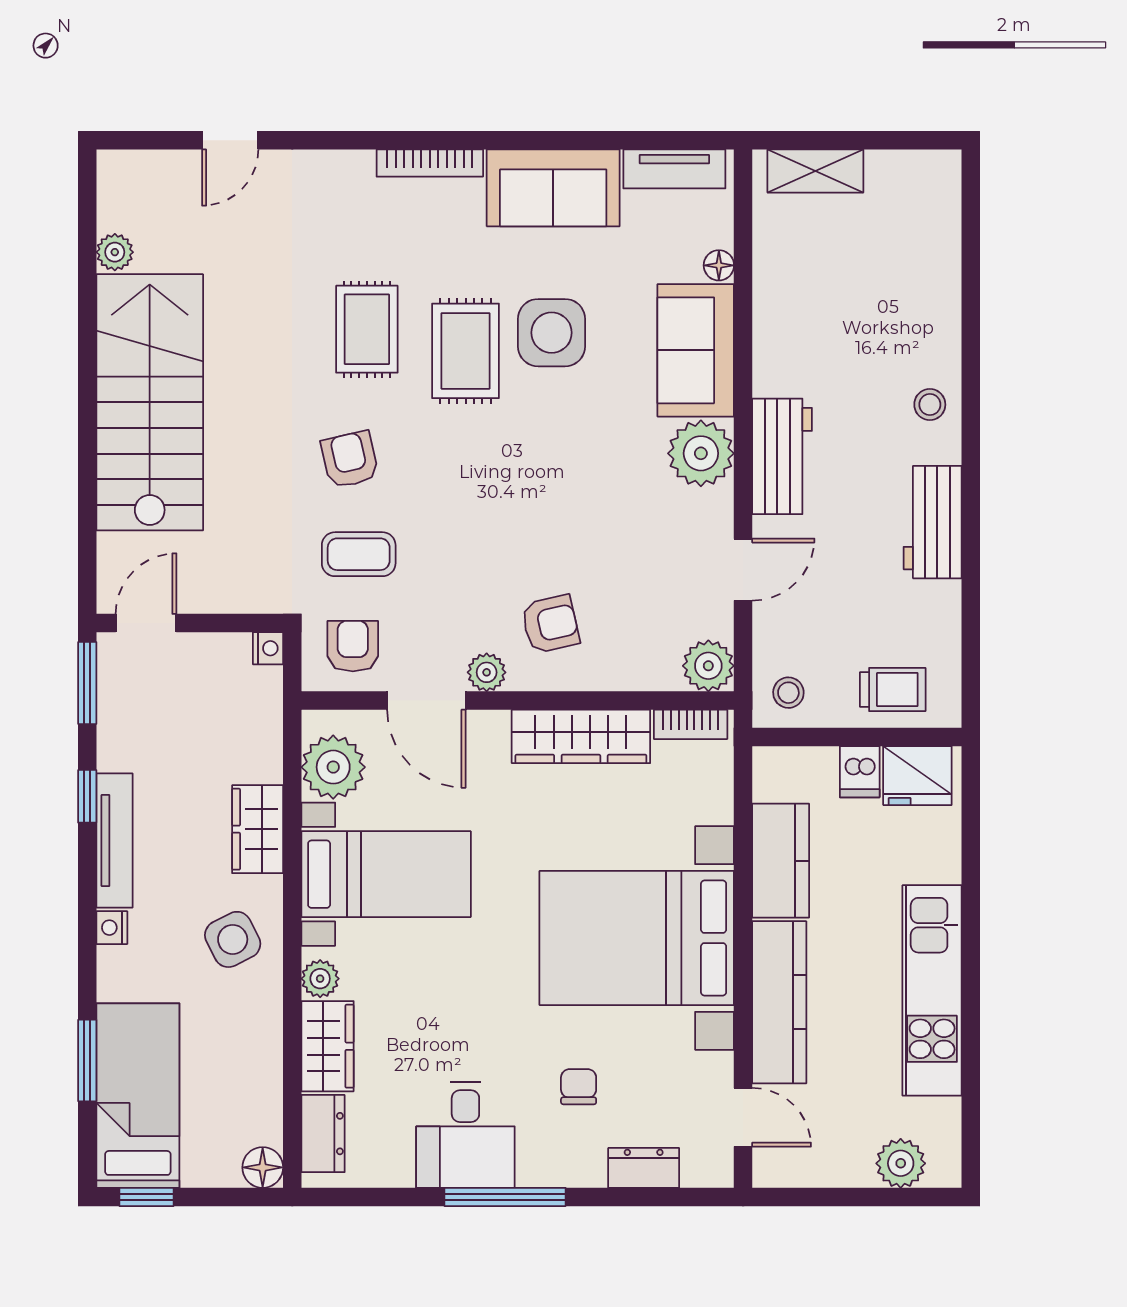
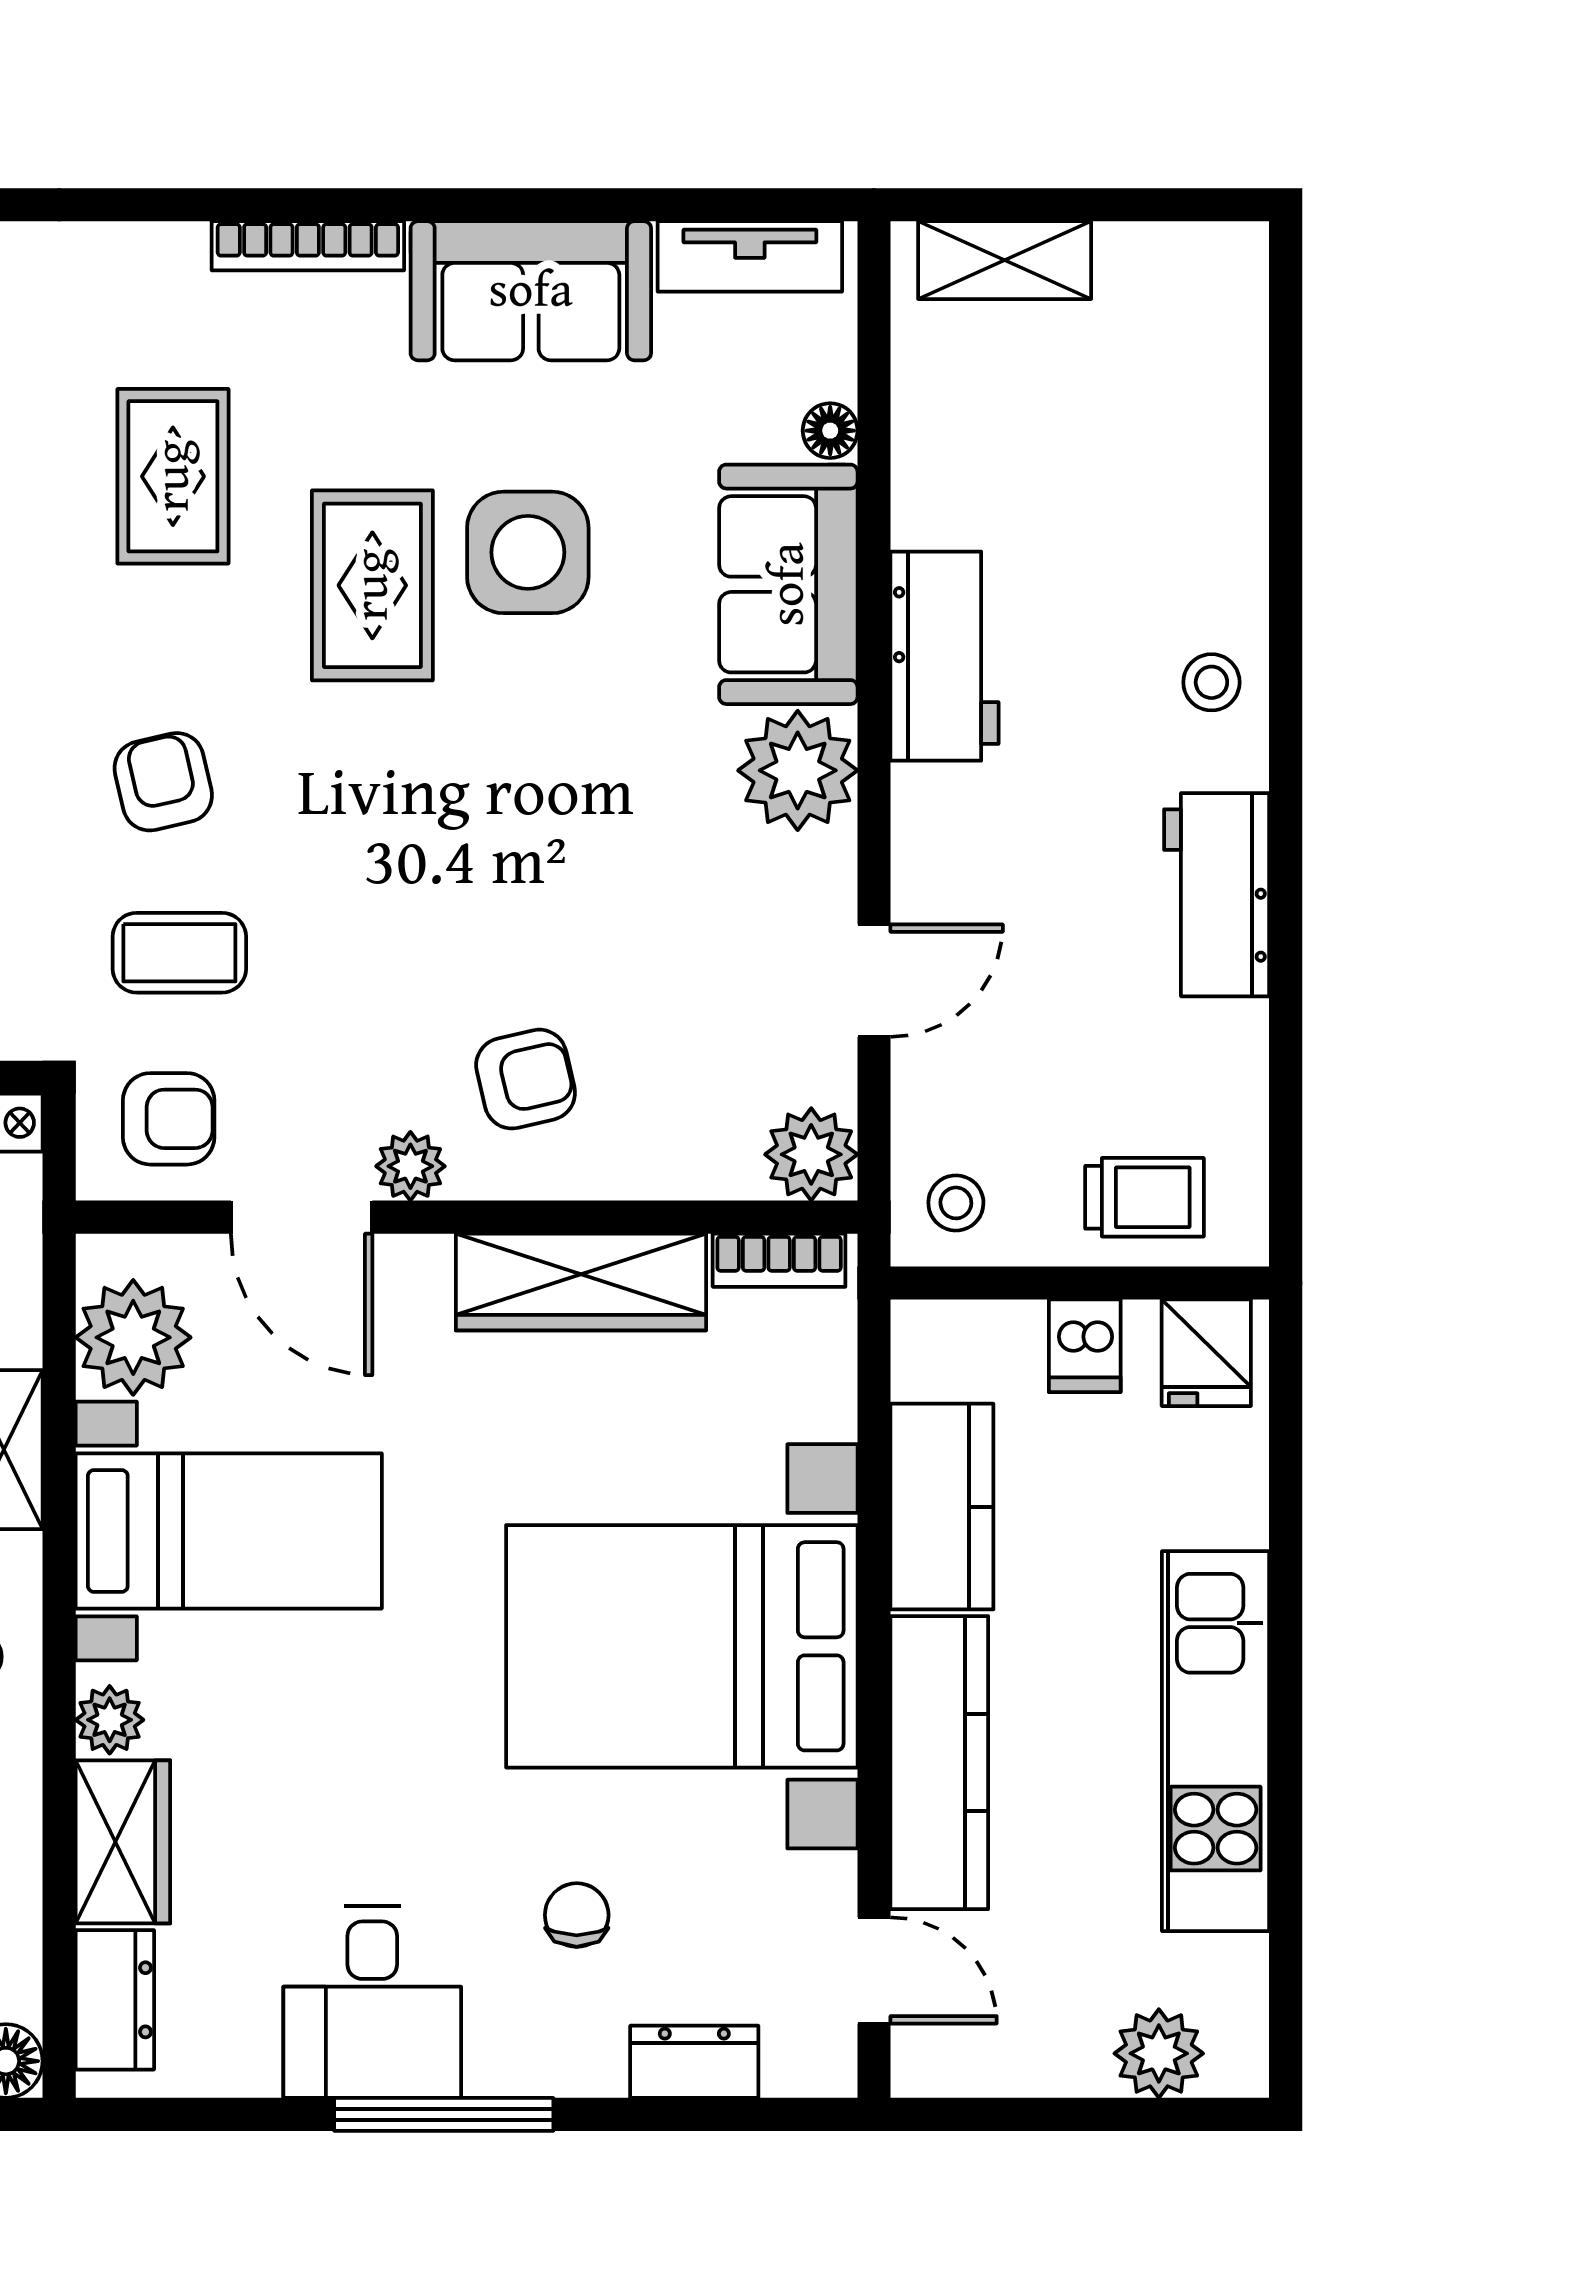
rug: (367, 329) -> (173, 476), moved
workbench: (782, 456) -> (945, 656), moved
armchair: (353, 646) -> (169, 1119), turned 90
fridge: (917, 776) -> (1206, 1353), width x0.72

